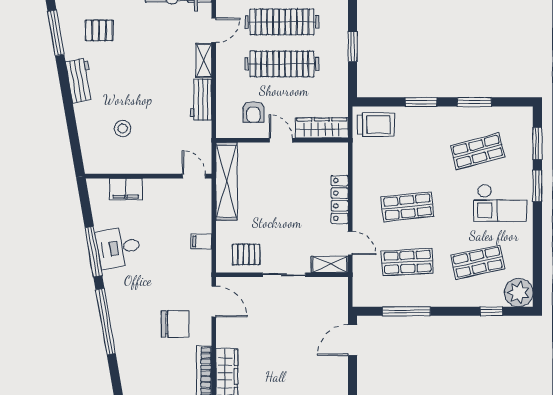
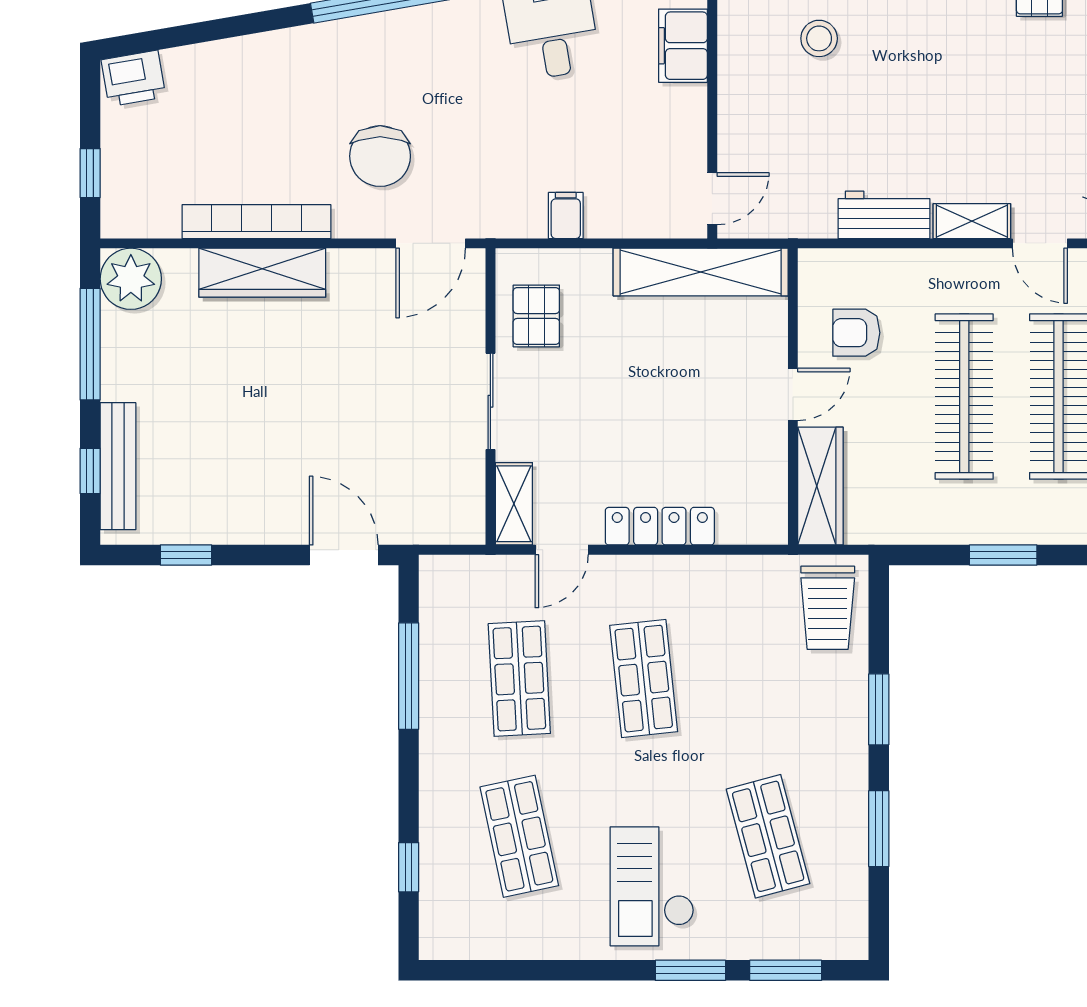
plant: (519, 293) -> (451, 928), removed

